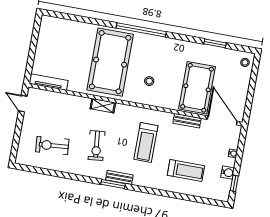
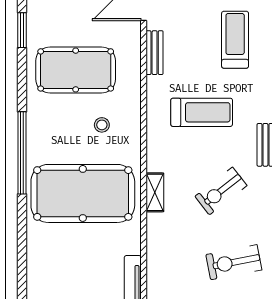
pool table: (197, 88) -> (76, 70), moved
exercise bike: (52, 146) -> (234, 262), turned 84
exercise bike: (97, 146) -> (221, 191), turned 148

